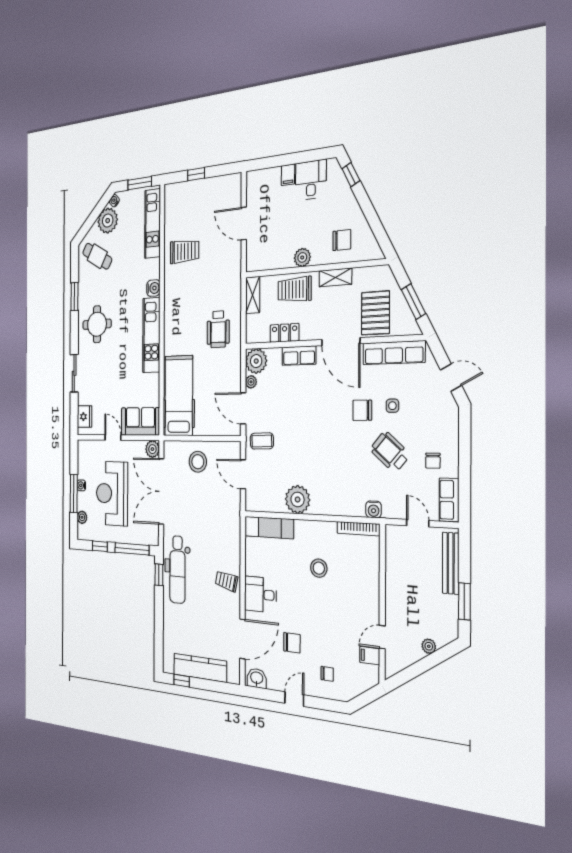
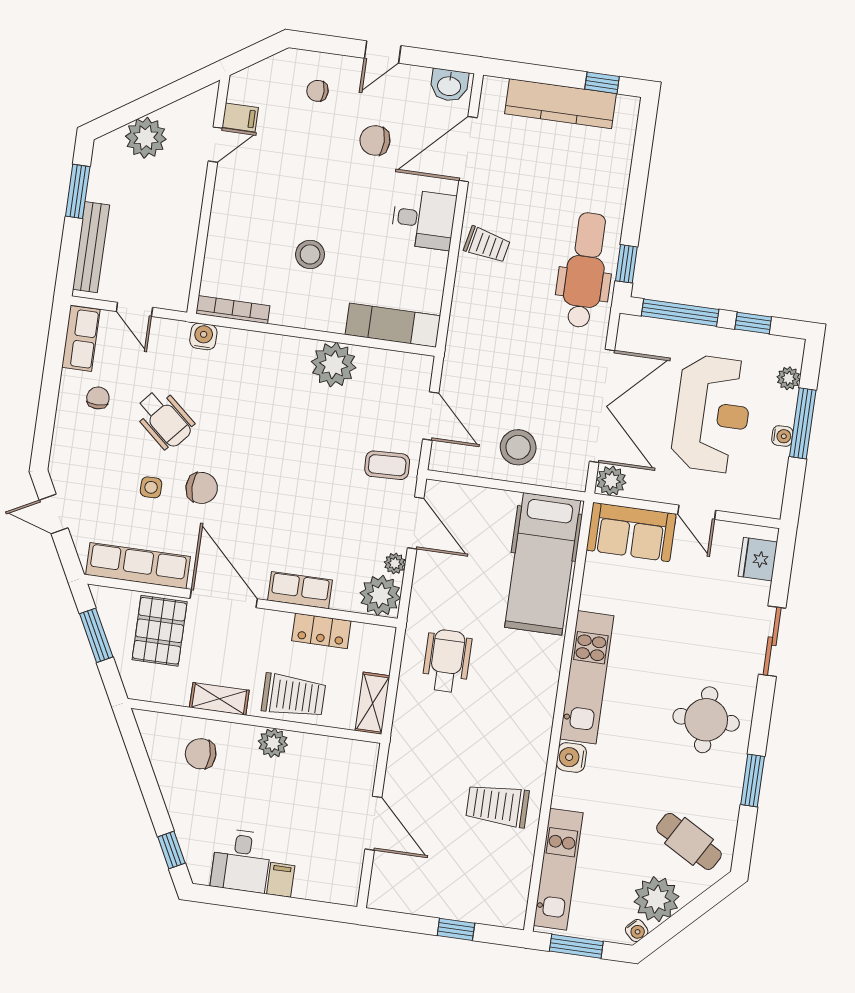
plant: (429, 646) -> (146, 138), width x1.87, depth x1.87

